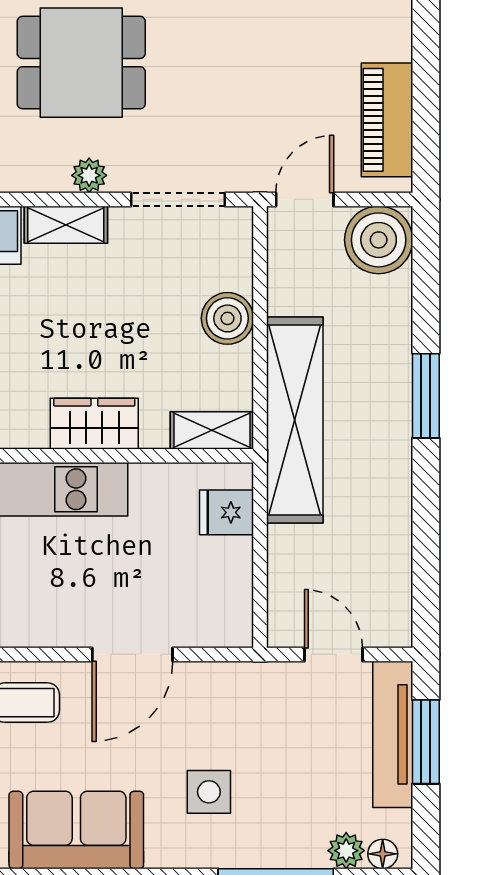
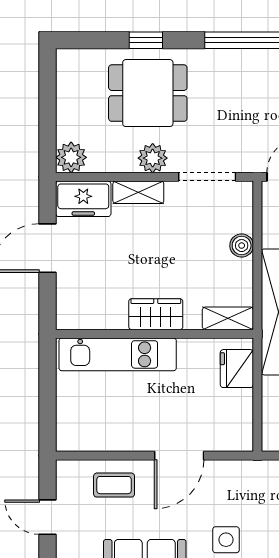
plant: (89, 175) -> (153, 158), width x1.38, depth x1.38
boiler: (227, 318) -> (242, 246), width x0.73, depth x0.73
fridge: (227, 512) -> (237, 369), width x1.38

